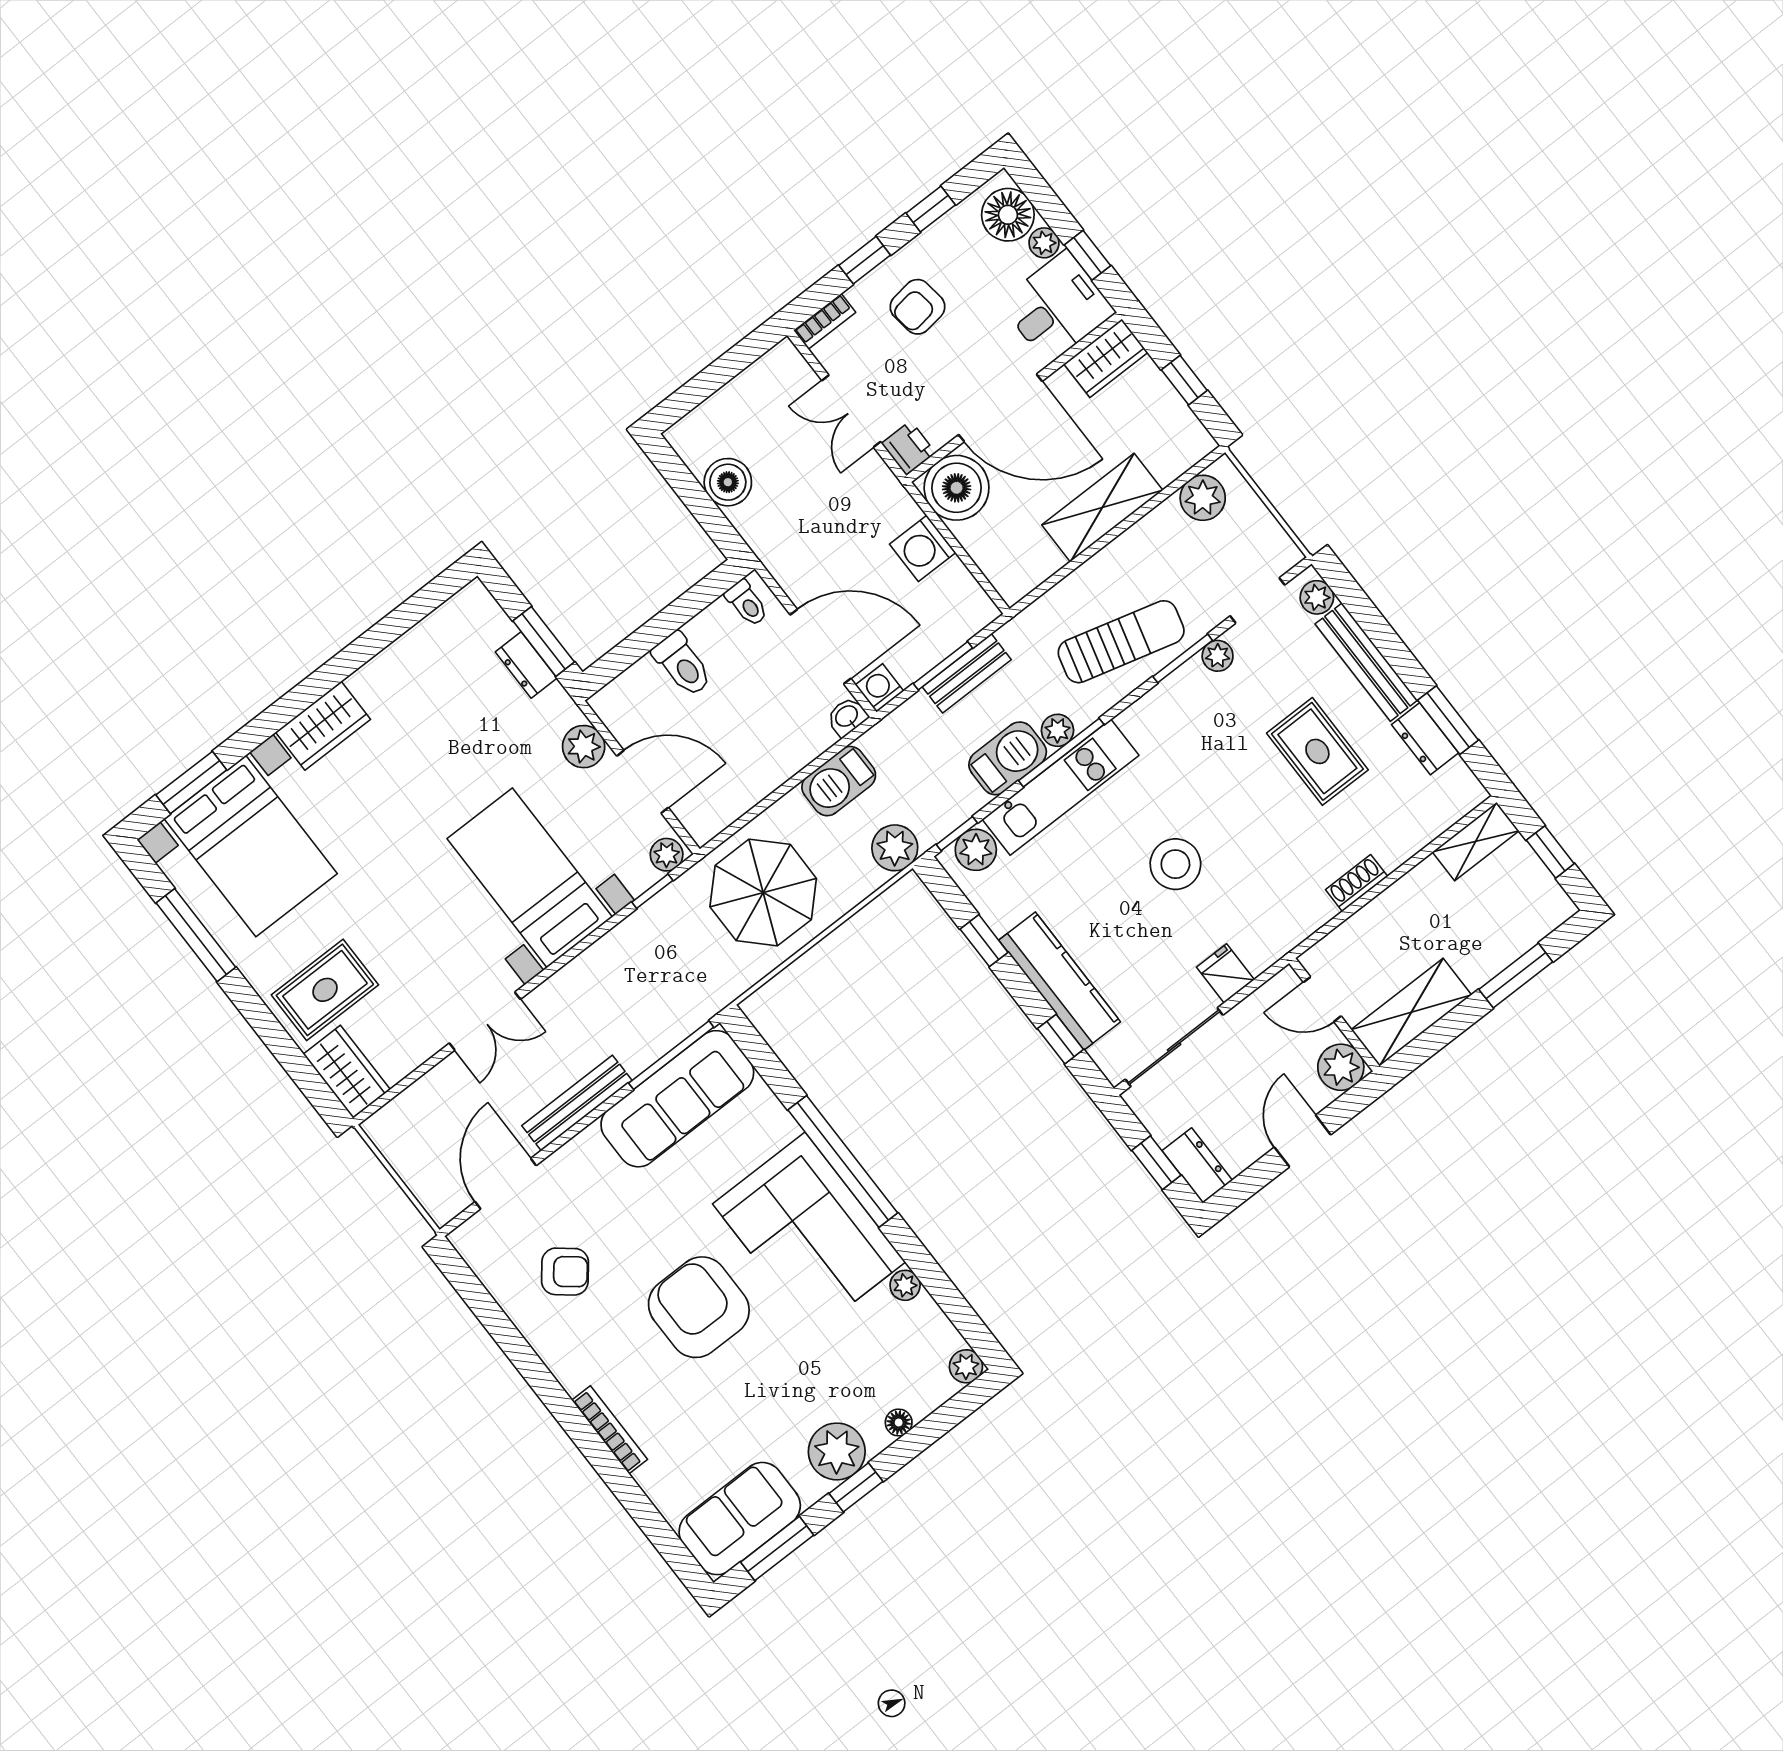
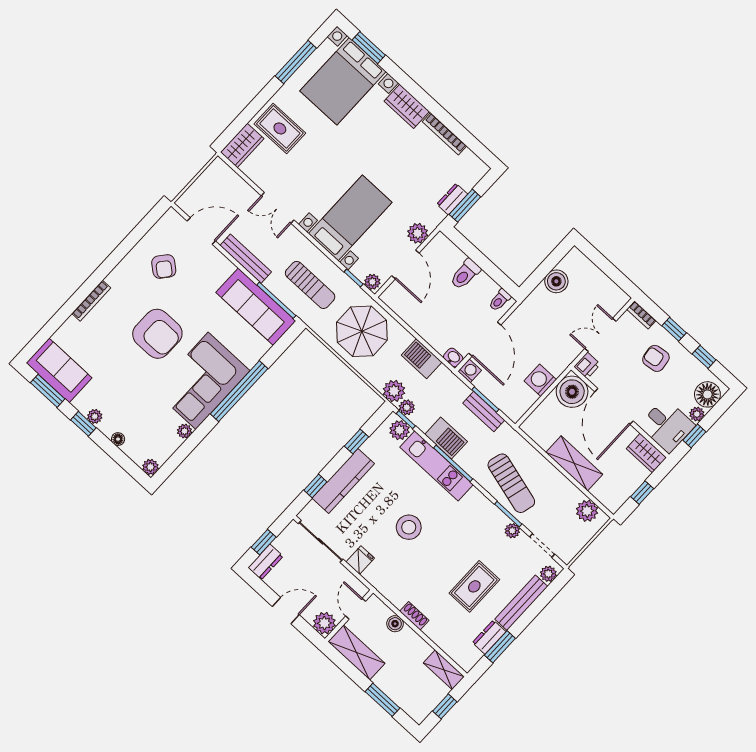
bookcase: (392, 658) -> (445, 134), added
plant: (1057, 730) -> (407, 407), moved
boiler: (1366, 924) -> (395, 624), added
sun lounger: (652, 982) -> (310, 285), added
armchair: (699, 1307) -> (157, 334), turned 90
plant: (837, 1451) -> (95, 416), width x0.53, depth x0.53

